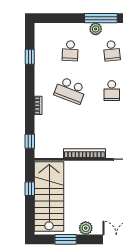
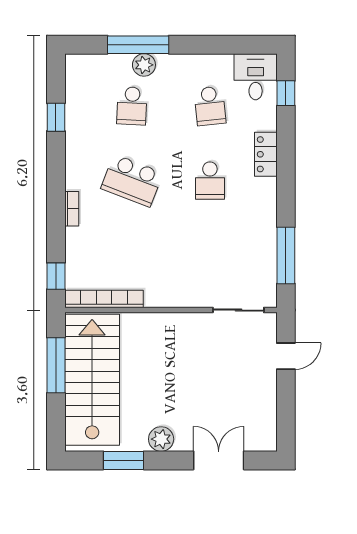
window: (101, 18) -> (138, 45), moved
plant: (96, 29) -> (144, 65), moved
bookcase: (84, 153) -> (104, 299), moved
window: (30, 189) -> (56, 365), width x2.17

